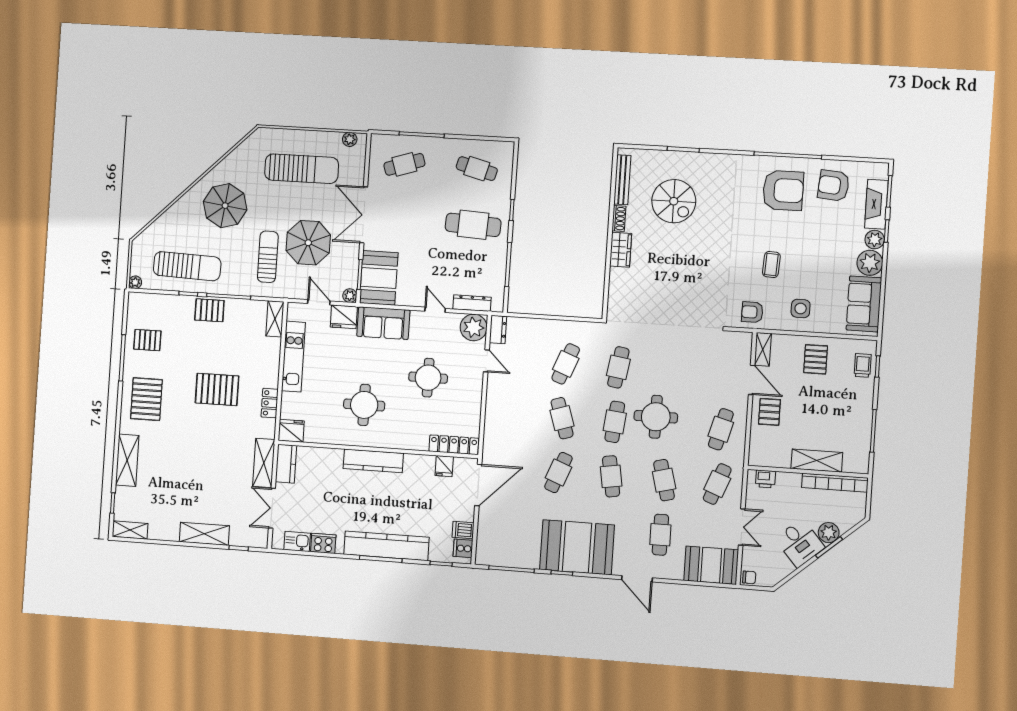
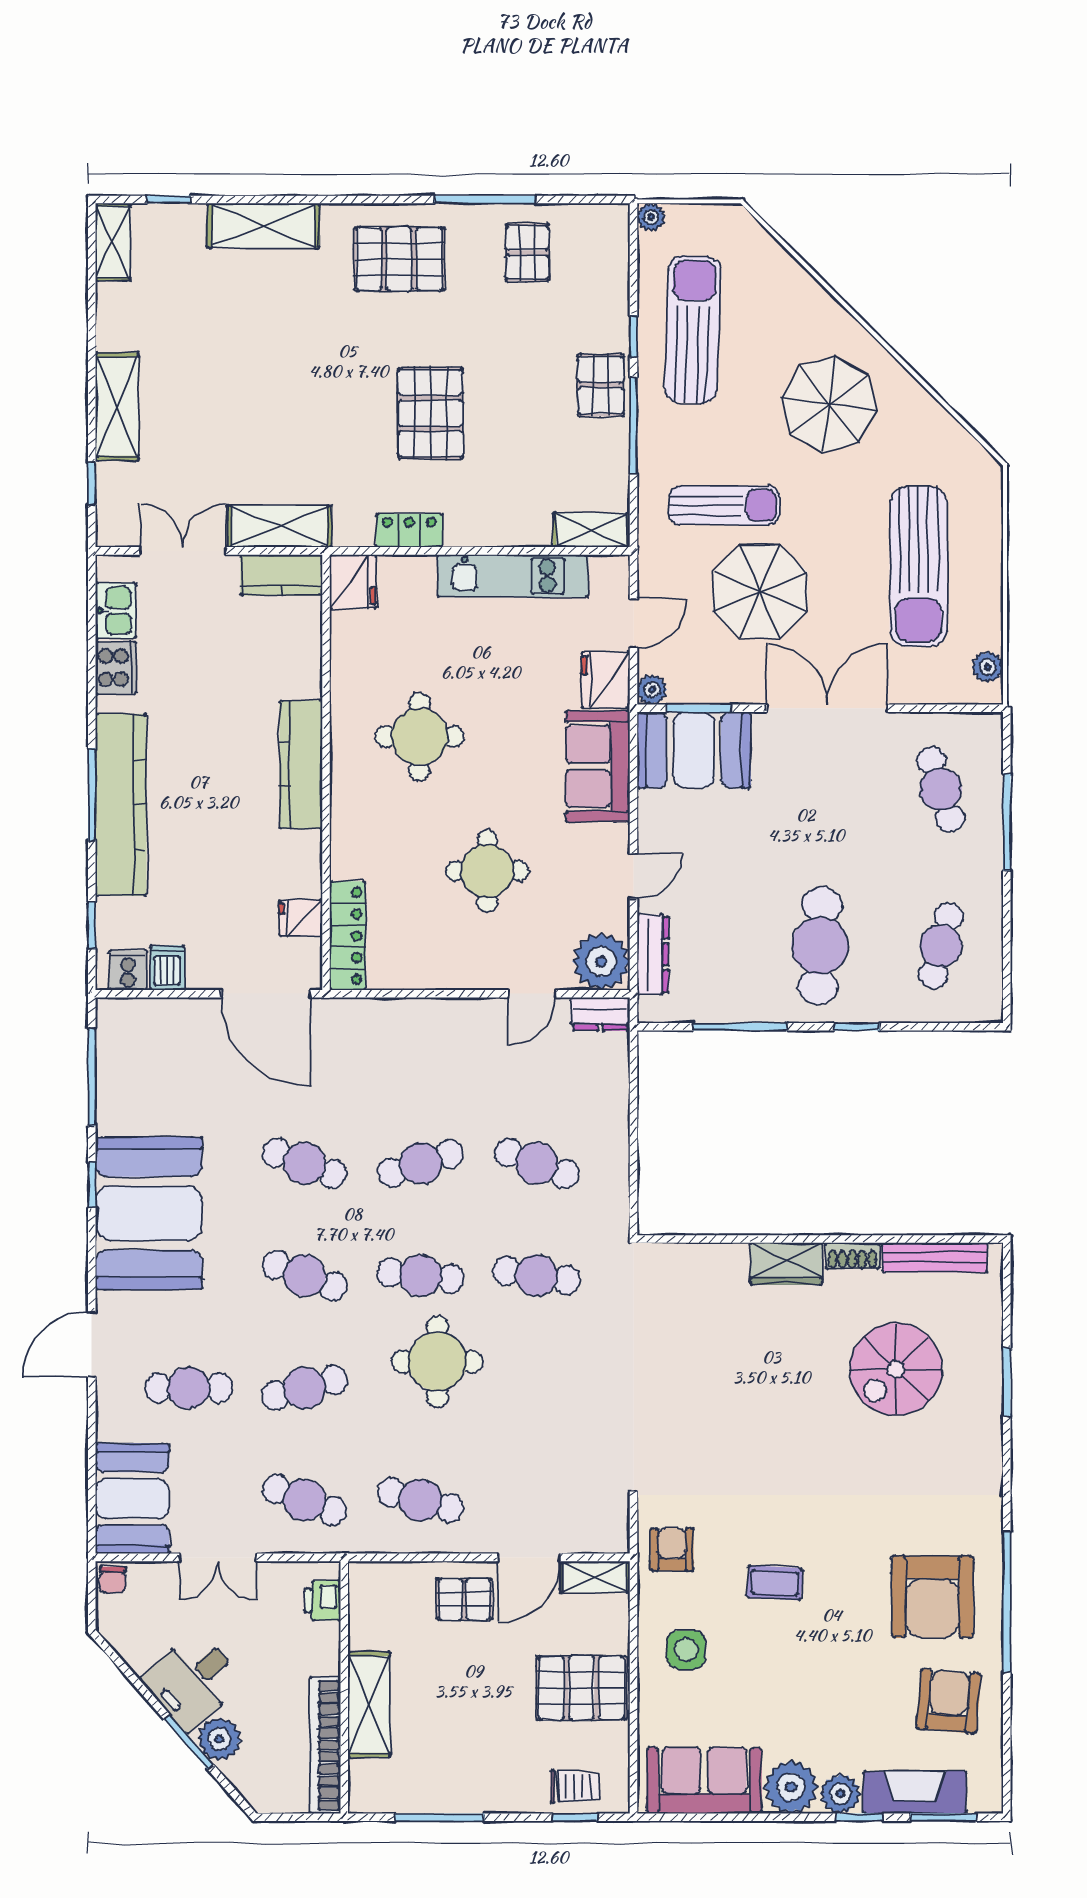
sun lounger: (187, 266) -> (693, 330), turned 180
pallet: (816, 359) -> (581, 1688), width x1.50, depth x1.42
cafe table: (611, 476) -> (305, 1276), turned 30

